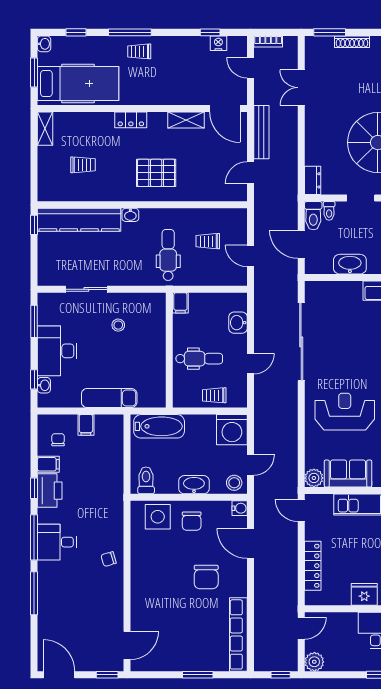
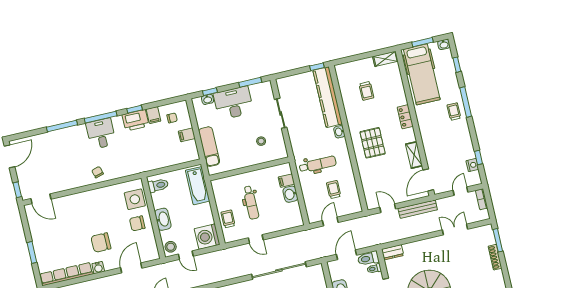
washbasin: (238, 323) -> (290, 194), moved, turned -90
wall: (169, 350) -> (249, 169), moved
water cooler: (240, 508) -> (98, 268), moved

